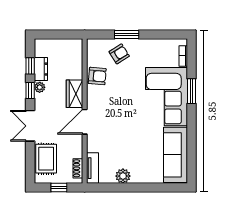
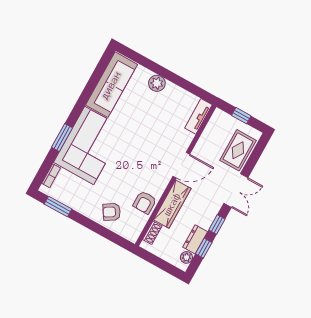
window: (127, 35) -> (58, 206), moved
armchair: (97, 76) -> (145, 202), turned -95
plant: (40, 87) -> (186, 257), moved
wardrobe: (75, 94) -> (172, 204), width x1.50
shoe rack: (78, 168) -> (152, 233), moved
plant: (123, 176) -> (157, 83), moved

